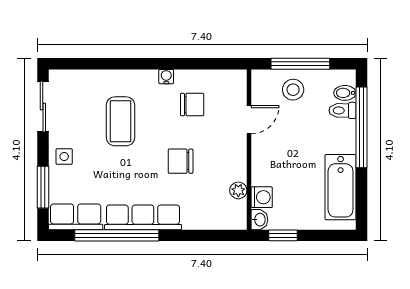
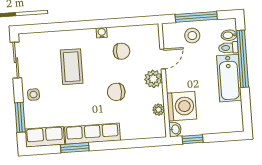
plant: (234, 147) -> (153, 79), added
bathtub: (341, 187) -> (229, 78), moved
washing machine: (262, 197) -> (182, 106), width x1.89, depth x1.89
window: (117, 235) -> (75, 148), width x0.47

